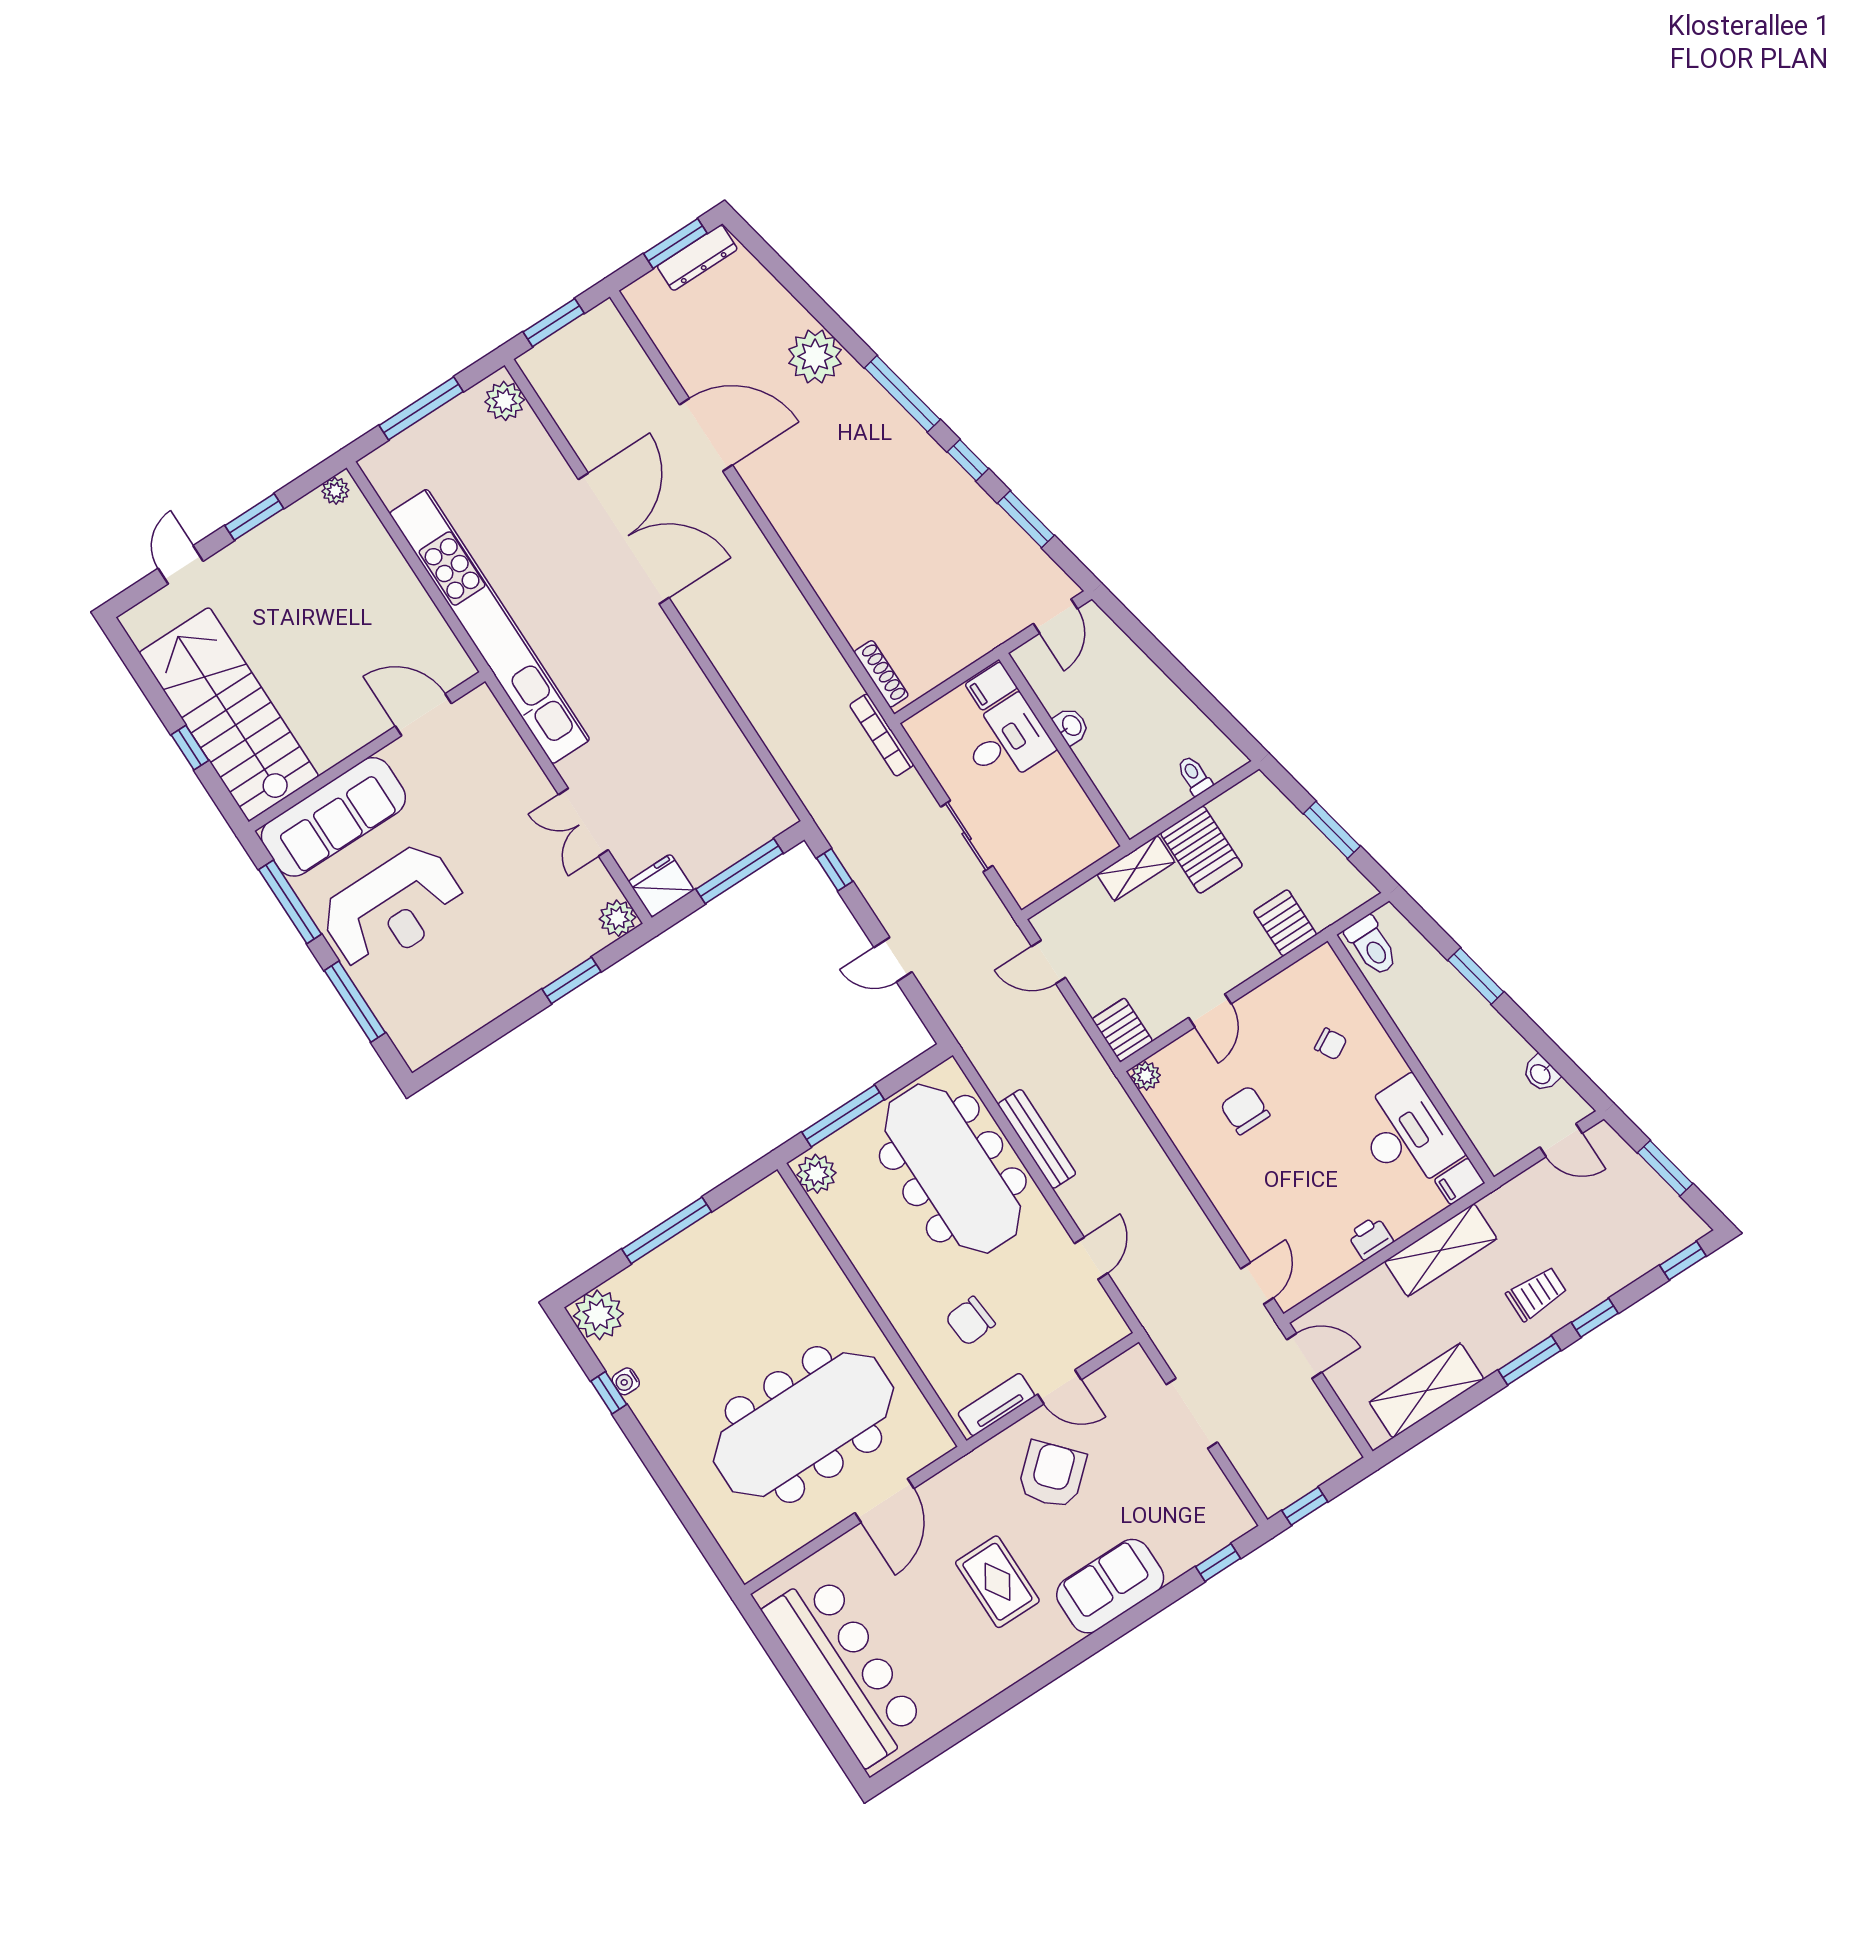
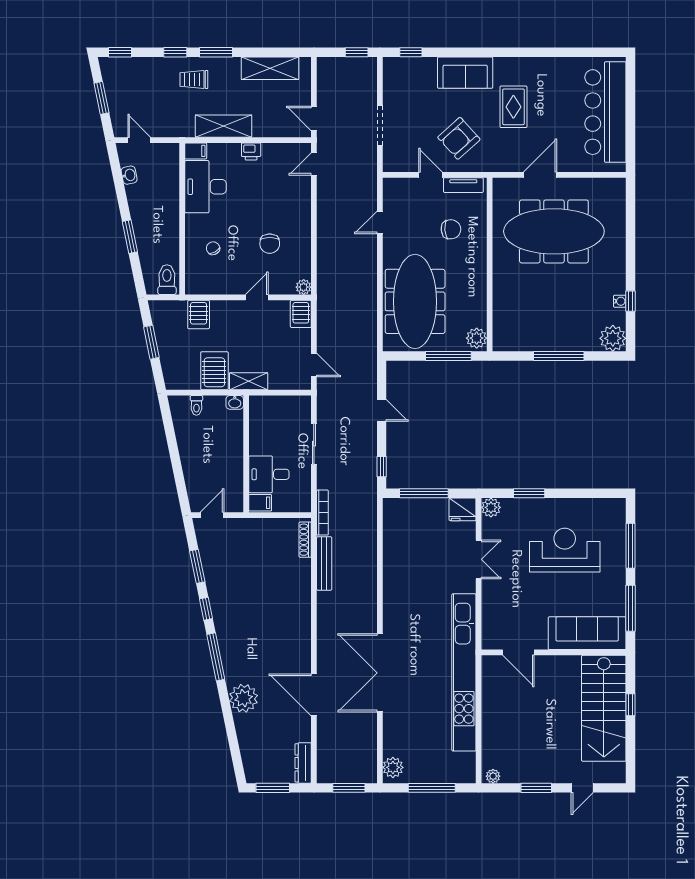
dresser: (697, 258) -> (303, 763), moved, turned -90
washbasin: (1071, 726) -> (235, 402), moved, turned -90
reception desk: (393, 908) -> (565, 550), moved
bench: (1037, 1139) -> (324, 563), moved

